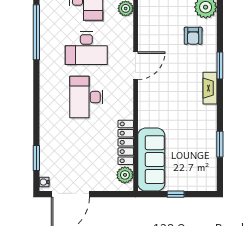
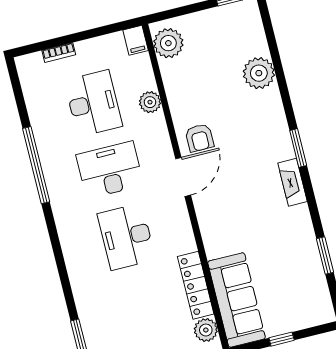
armchair: (193, 36) -> (199, 138), moved
desk: (86, 48) -> (110, 170), turned 180

